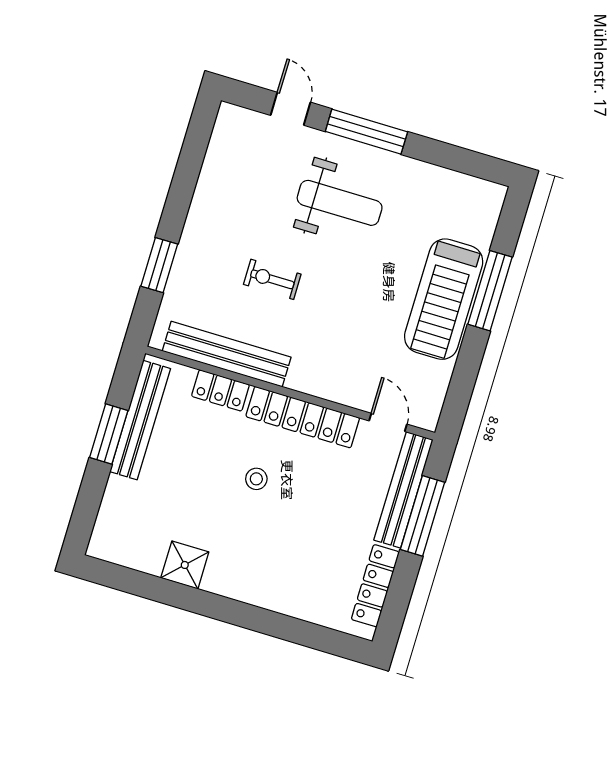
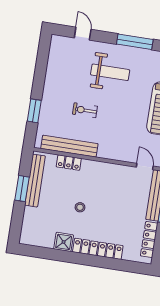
window: (366, 132) -> (135, 42), moved
locker: (303, 417) -> (98, 249), moved, turned 180
stool: (256, 479) -> (80, 207), moved

